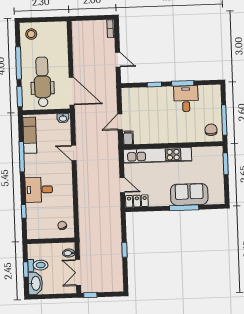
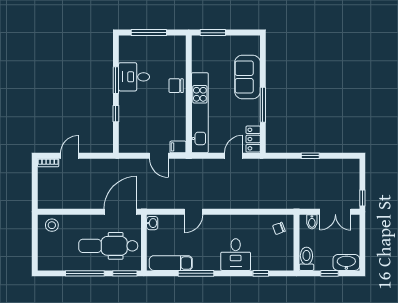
stool: (31, 34) -> (52, 225), moved
door: (118, 60) -> (70, 156), moved
window: (224, 120) -> (149, 33), moved
chair: (211, 130) -> (176, 86), moved
window: (184, 208) -> (263, 105), moved
toilet: (38, 265) -> (306, 259), moved

